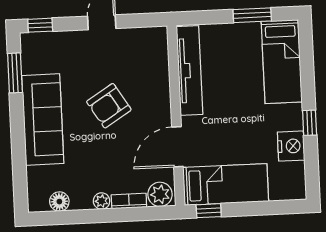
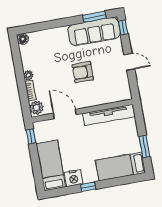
armchair: (109, 106) -> (83, 72), turned -58
sofa: (43, 119) -> (94, 32), moved
bed: (226, 184) -> (51, 165), moved, turned 180
floor lamp: (59, 202) -> (23, 39), moved

